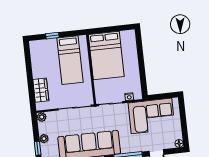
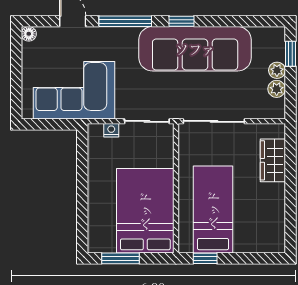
window: (117, 29) -> (121, 258), added
window: (52, 36) -> (205, 258), moved
plant: (42, 117) -> (277, 89), moved

